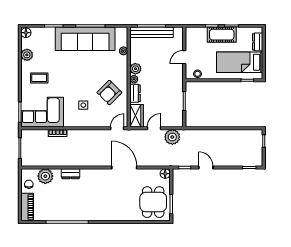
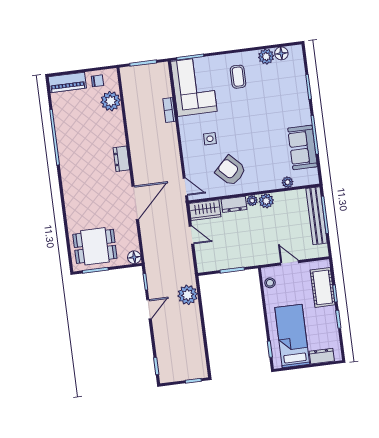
floor lamp: (26, 33) -> (281, 53), moved
cot: (222, 35) -> (323, 287), moved
sofa: (85, 39) -> (303, 147), width x0.54, depth x0.79
plant: (172, 137) -> (188, 295), moved
dresser: (71, 174) -> (121, 159), moved

